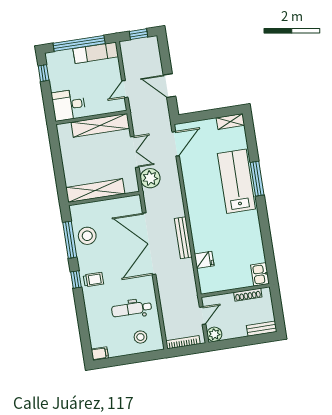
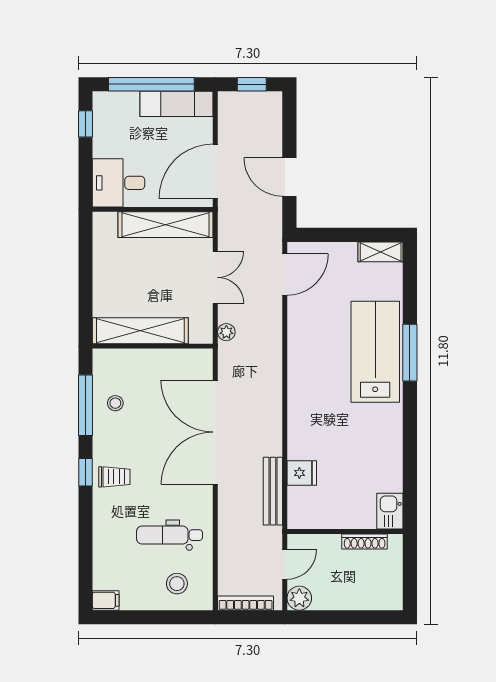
door: (125, 89) -> (215, 171), width x1.87
plant: (150, 178) -> (226, 332), width x0.53, depth x0.53
stool: (87, 236) -> (115, 403), width x0.53, depth x0.53
bench: (183, 238) -> (273, 491), moved
bench: (262, 329) -> (379, 601), removed

